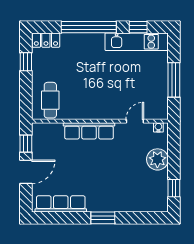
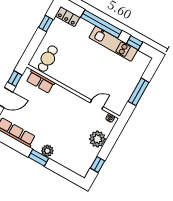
kitchen unit: (137, 42) -> (113, 44), moved
row of seats: (89, 131) -> (40, 82), moved, width x0.68
plant: (108, 204) -> (47, 151), added

